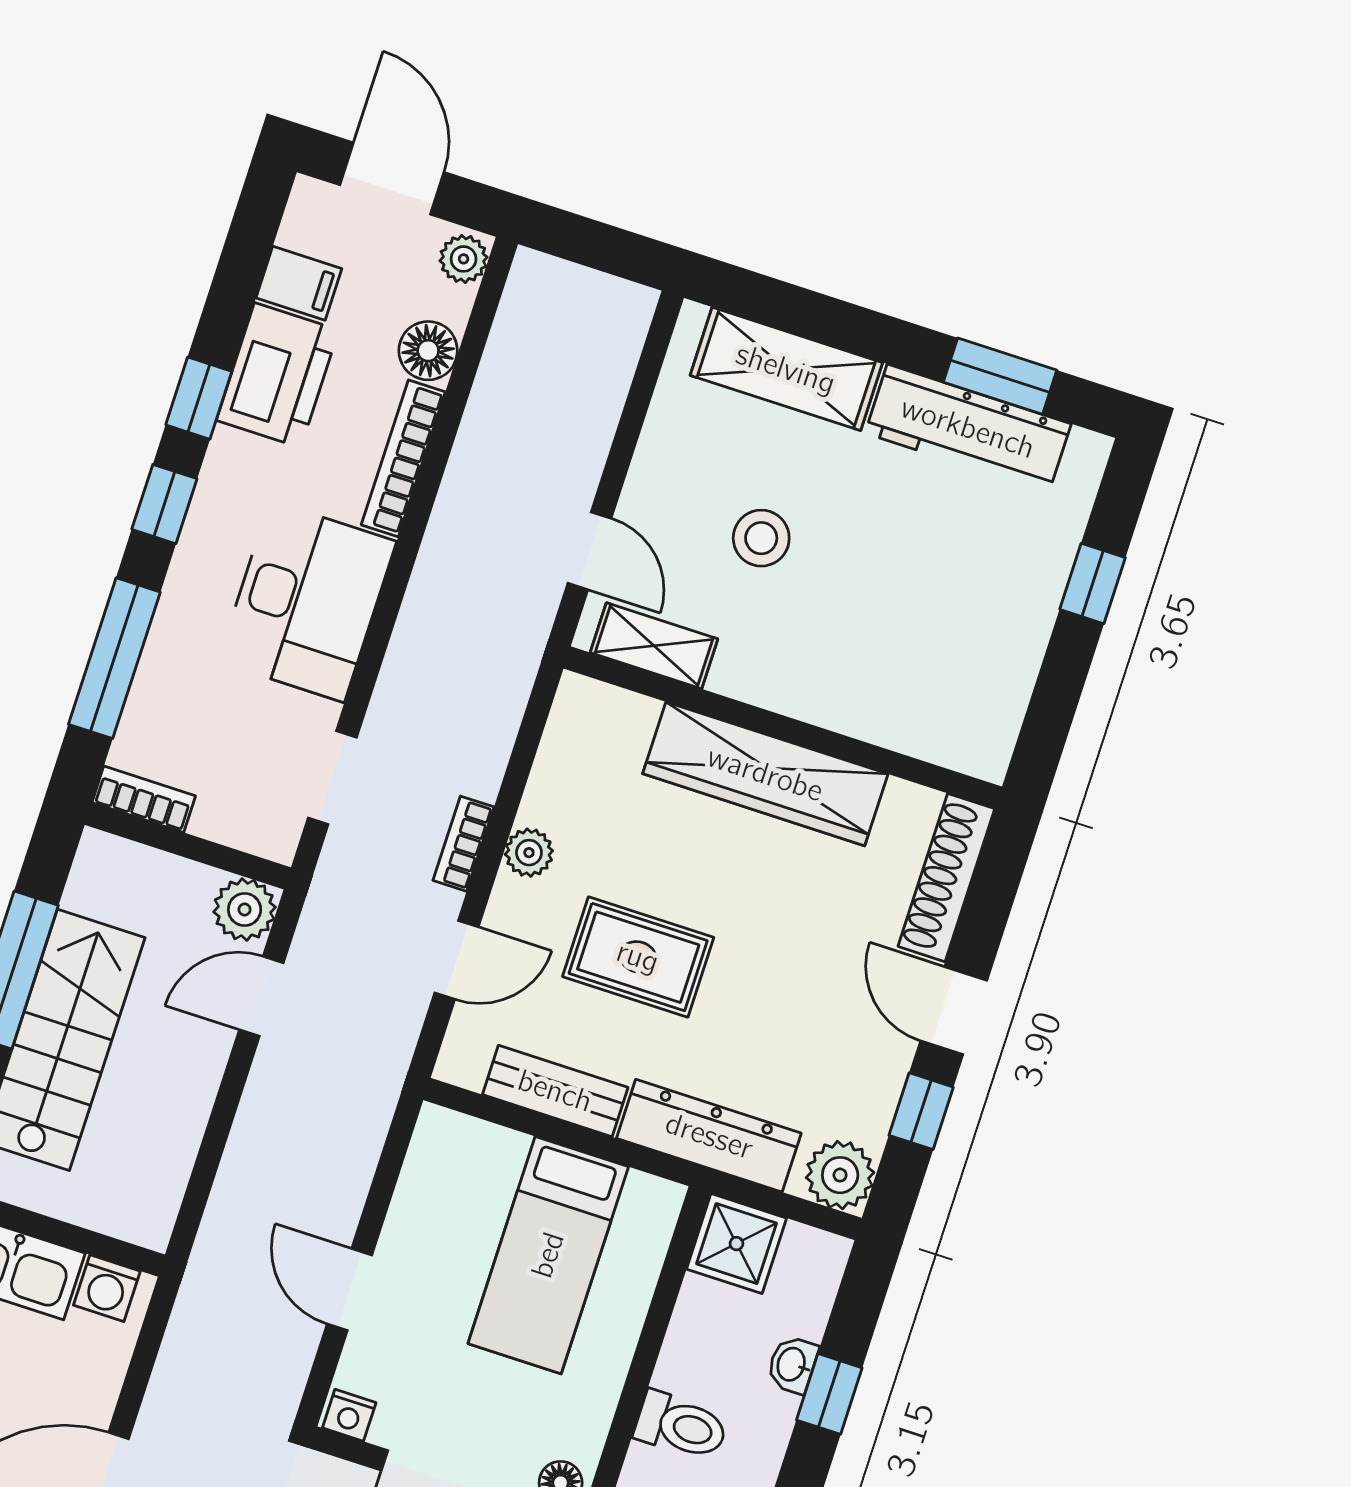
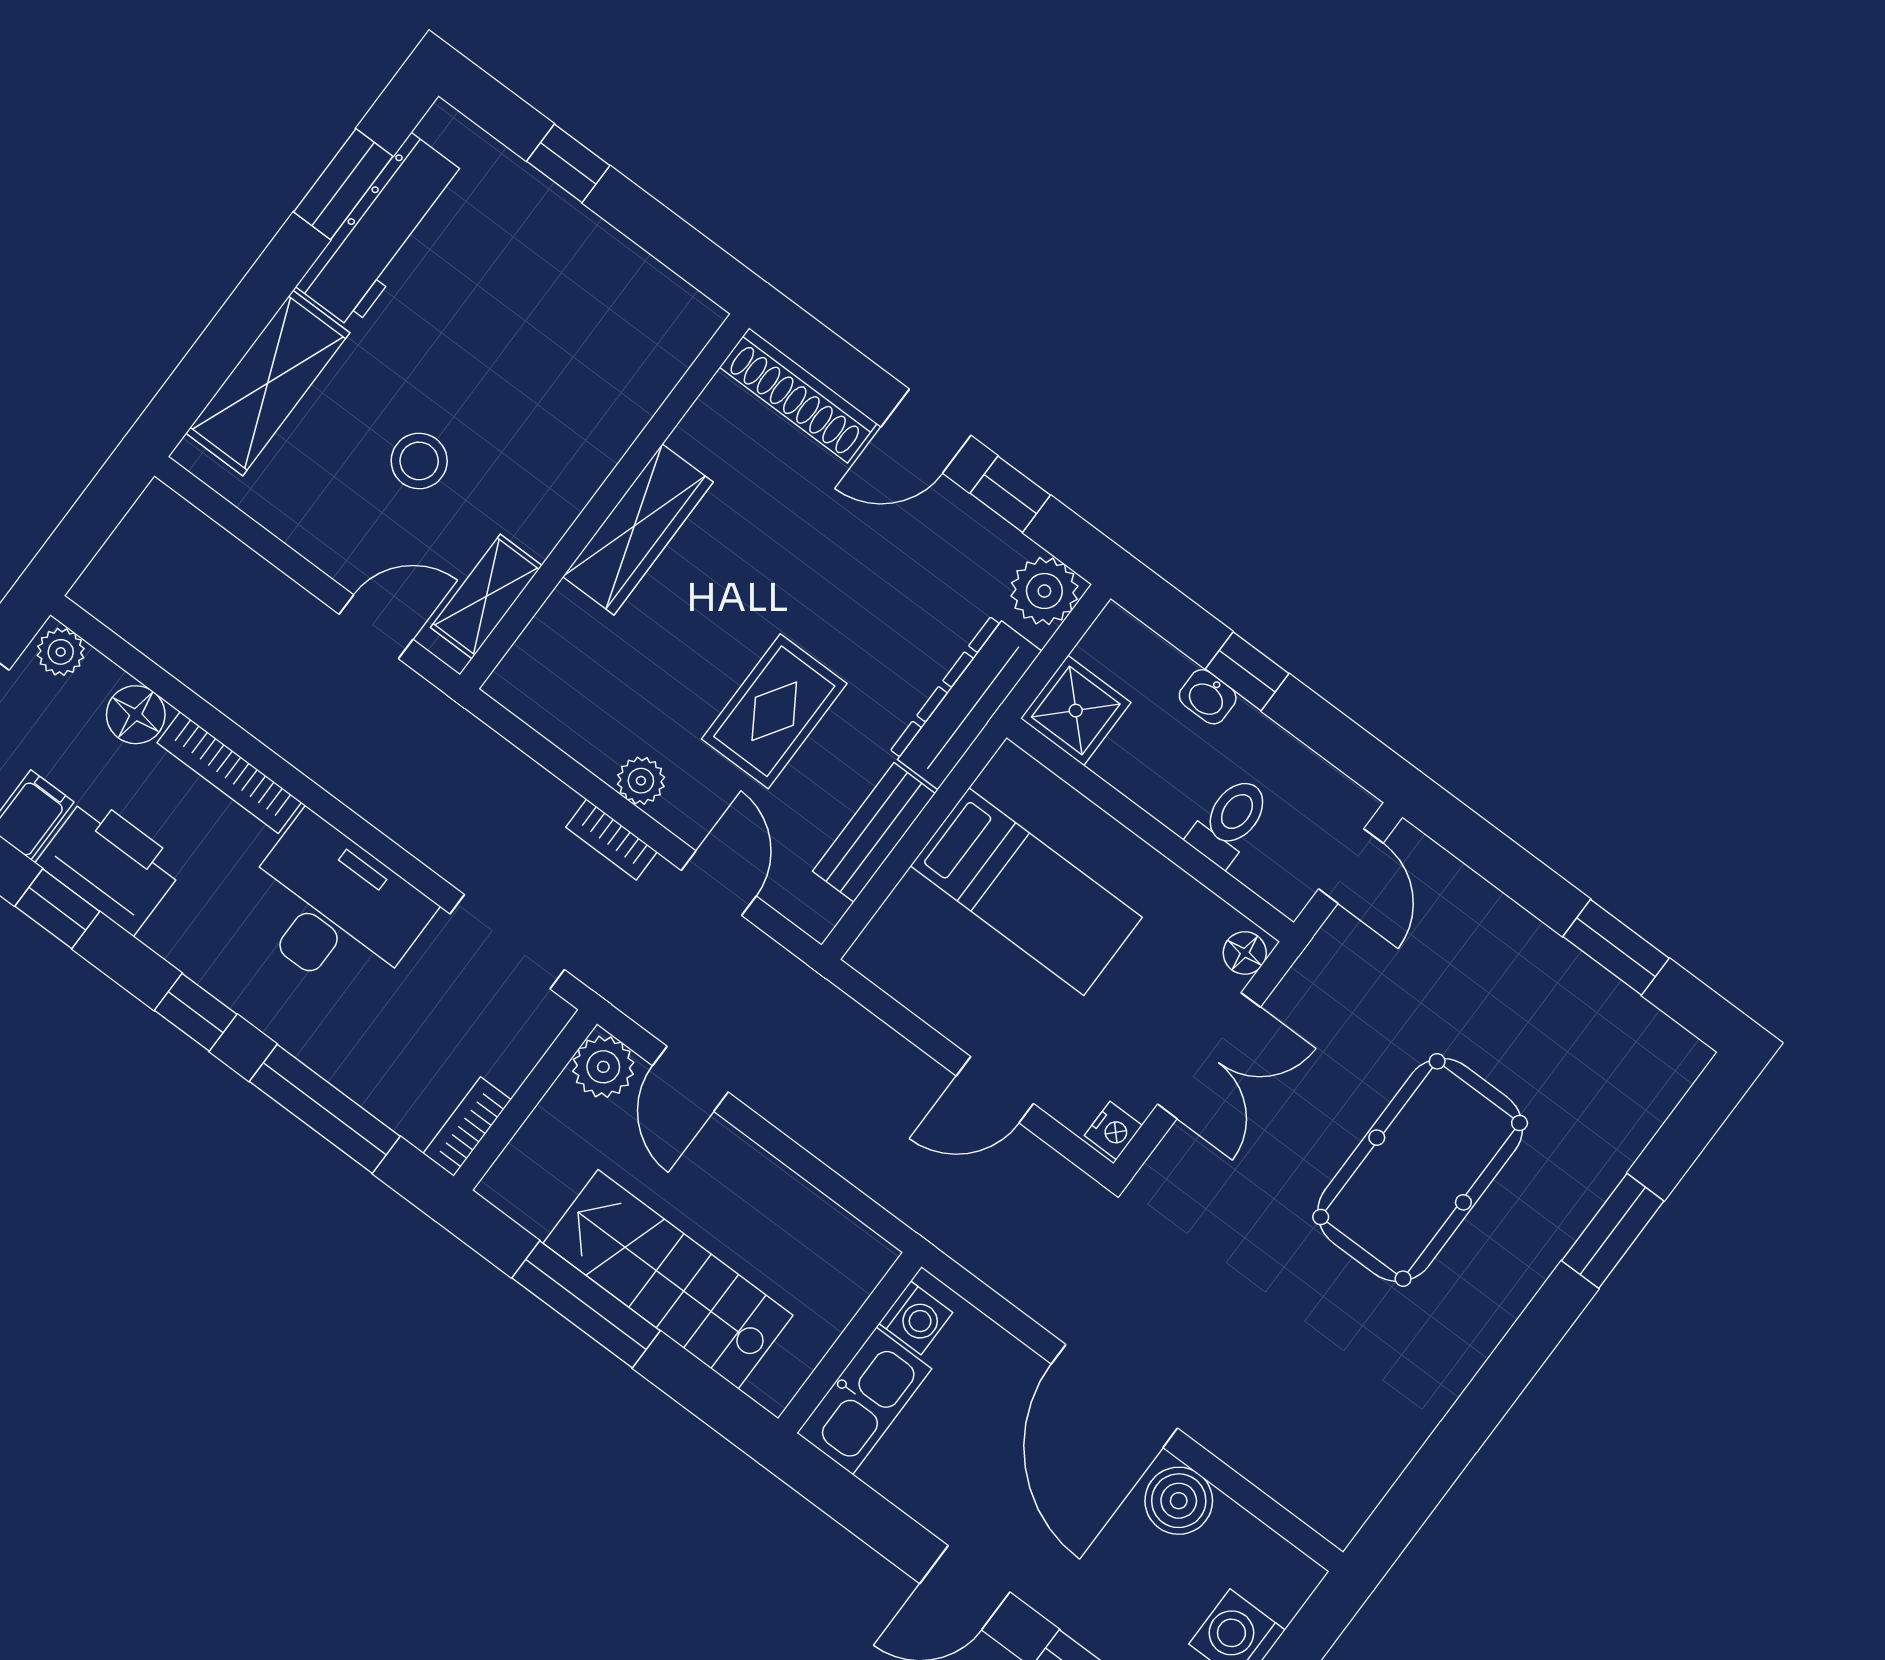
window: (199, 398) -> (57, 909), moved
wardrobe: (765, 774) -> (638, 529), width x0.71, depth x0.85
doorway: (332, 778) -> (507, 942), width x1.38

